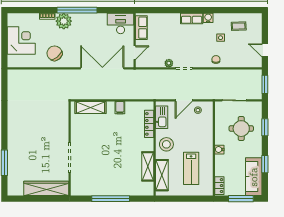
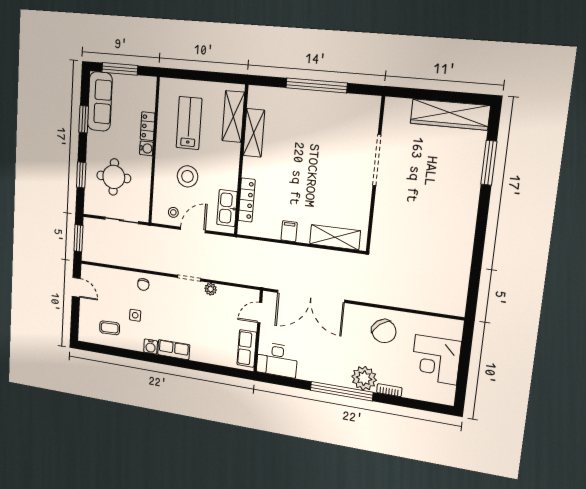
stool: (166, 144) -> (187, 176), moved
locker: (219, 186) -> (148, 126), moved
wardrobe: (46, 188) -> (450, 115), moved

